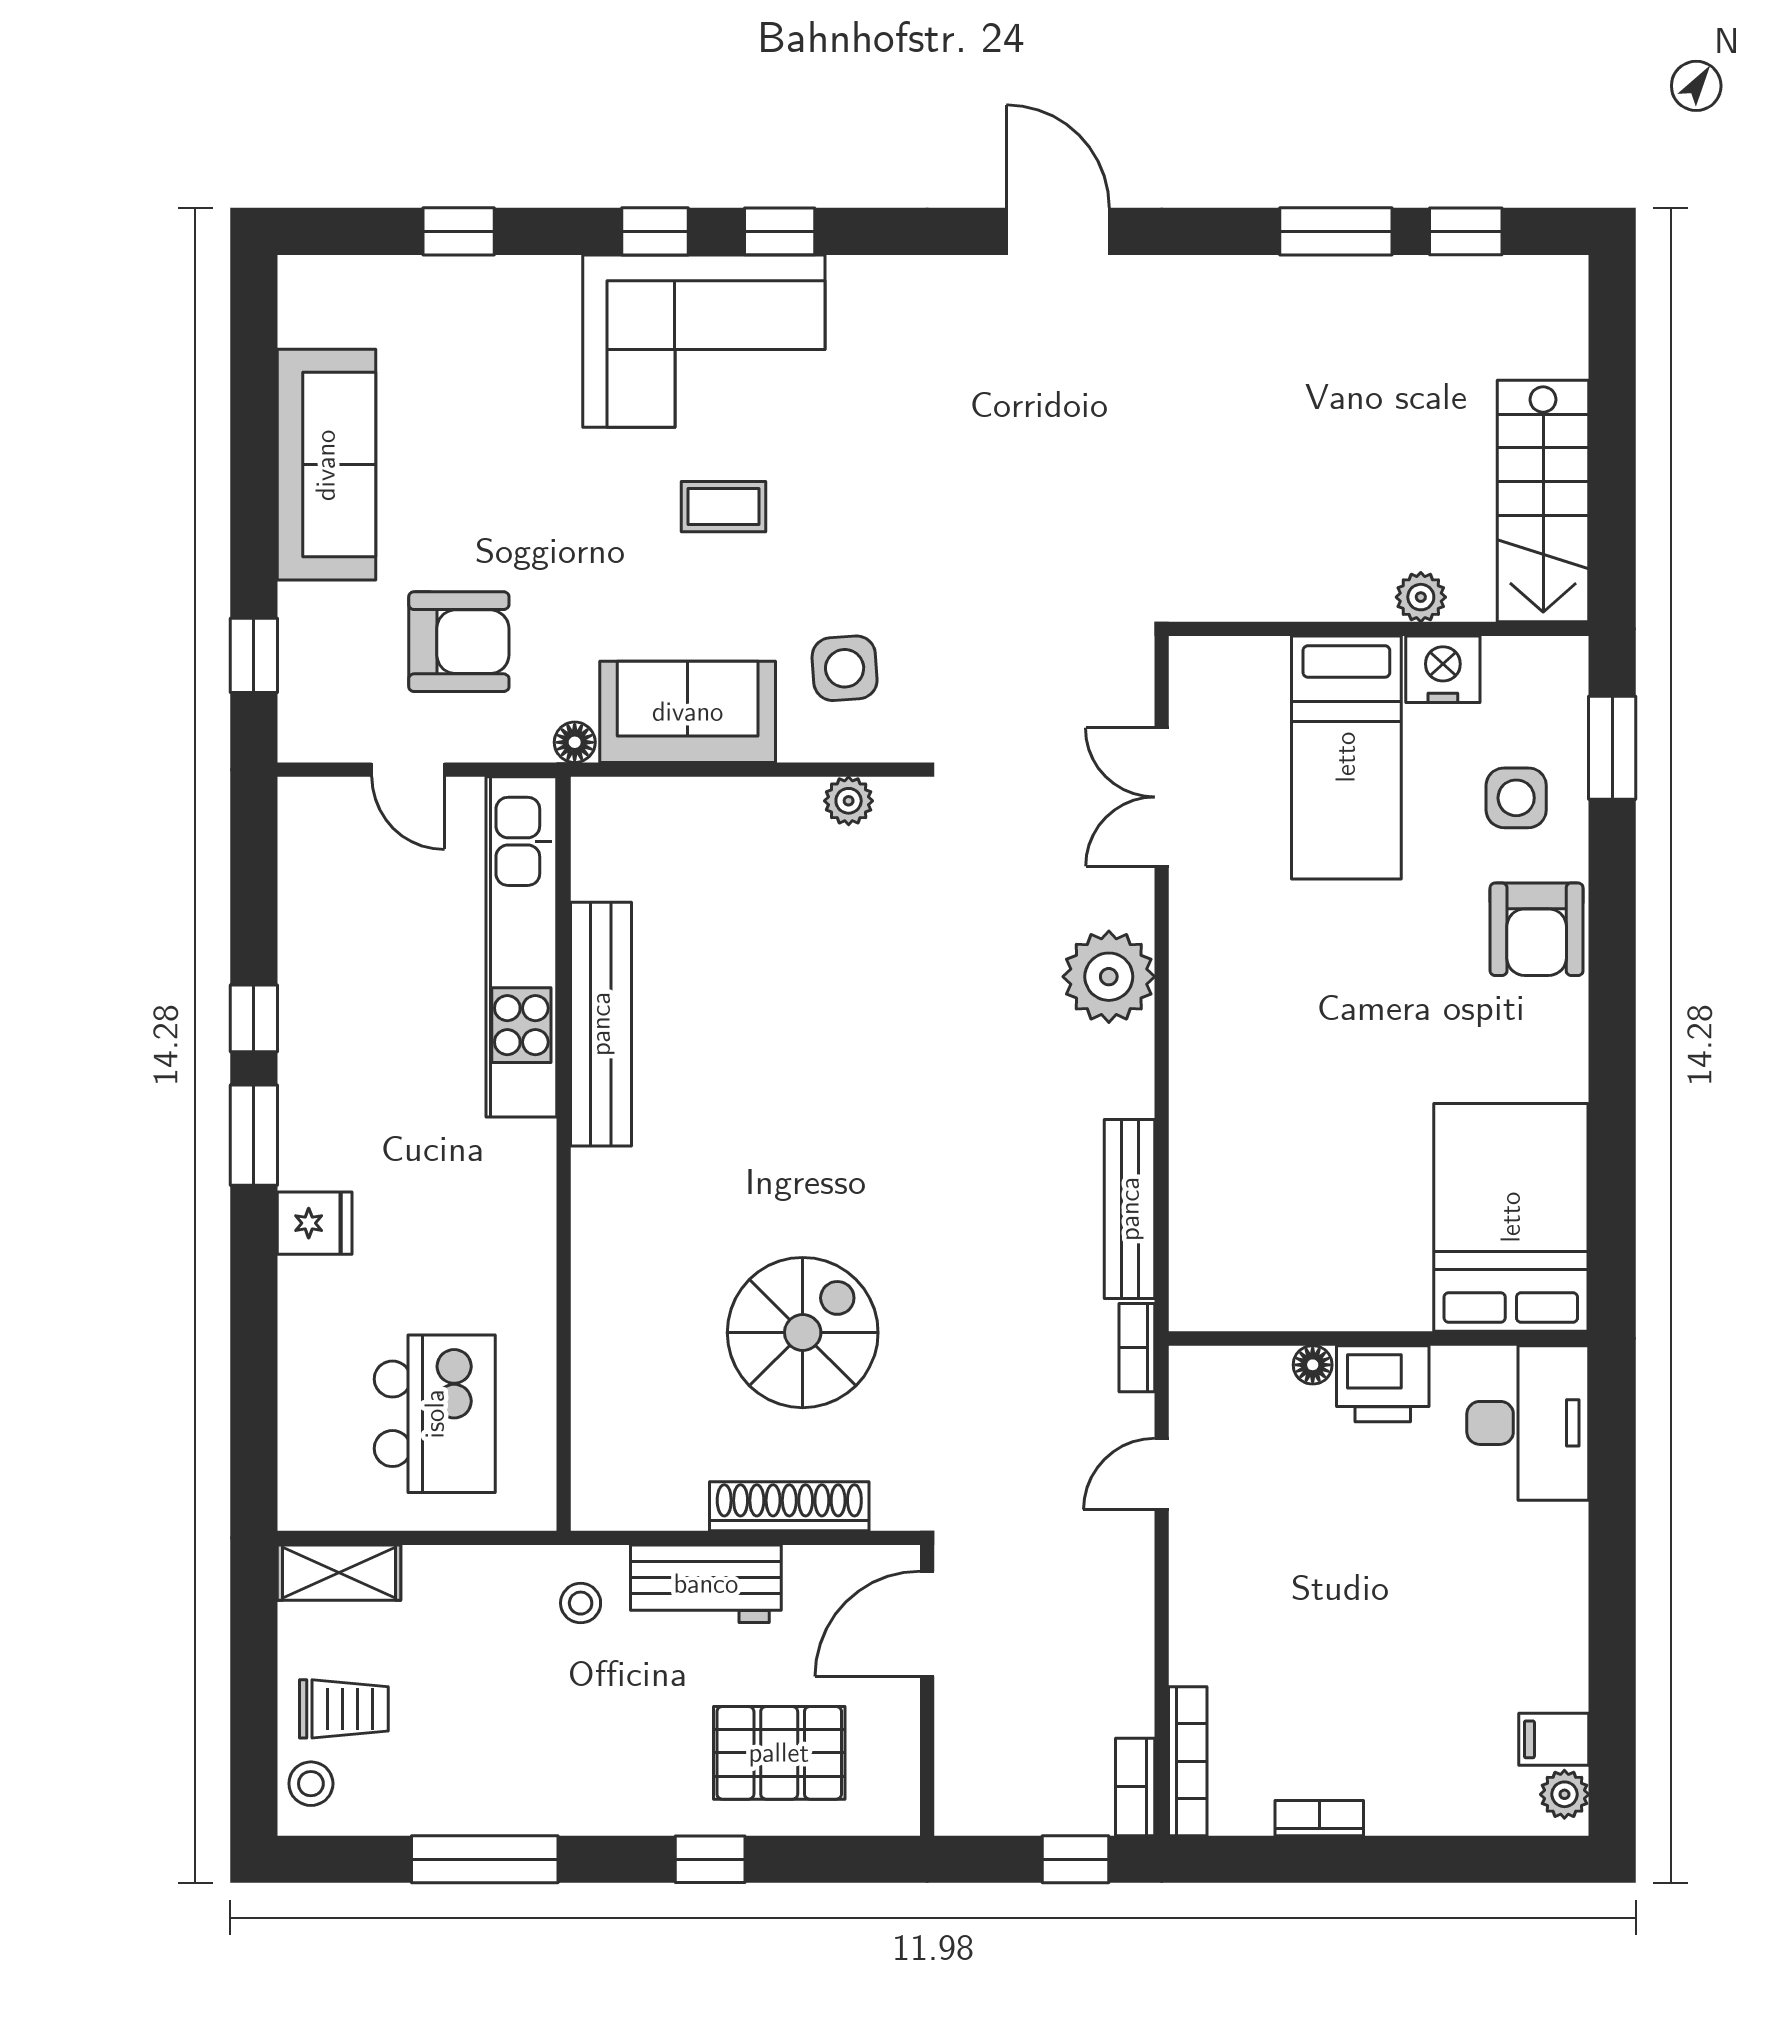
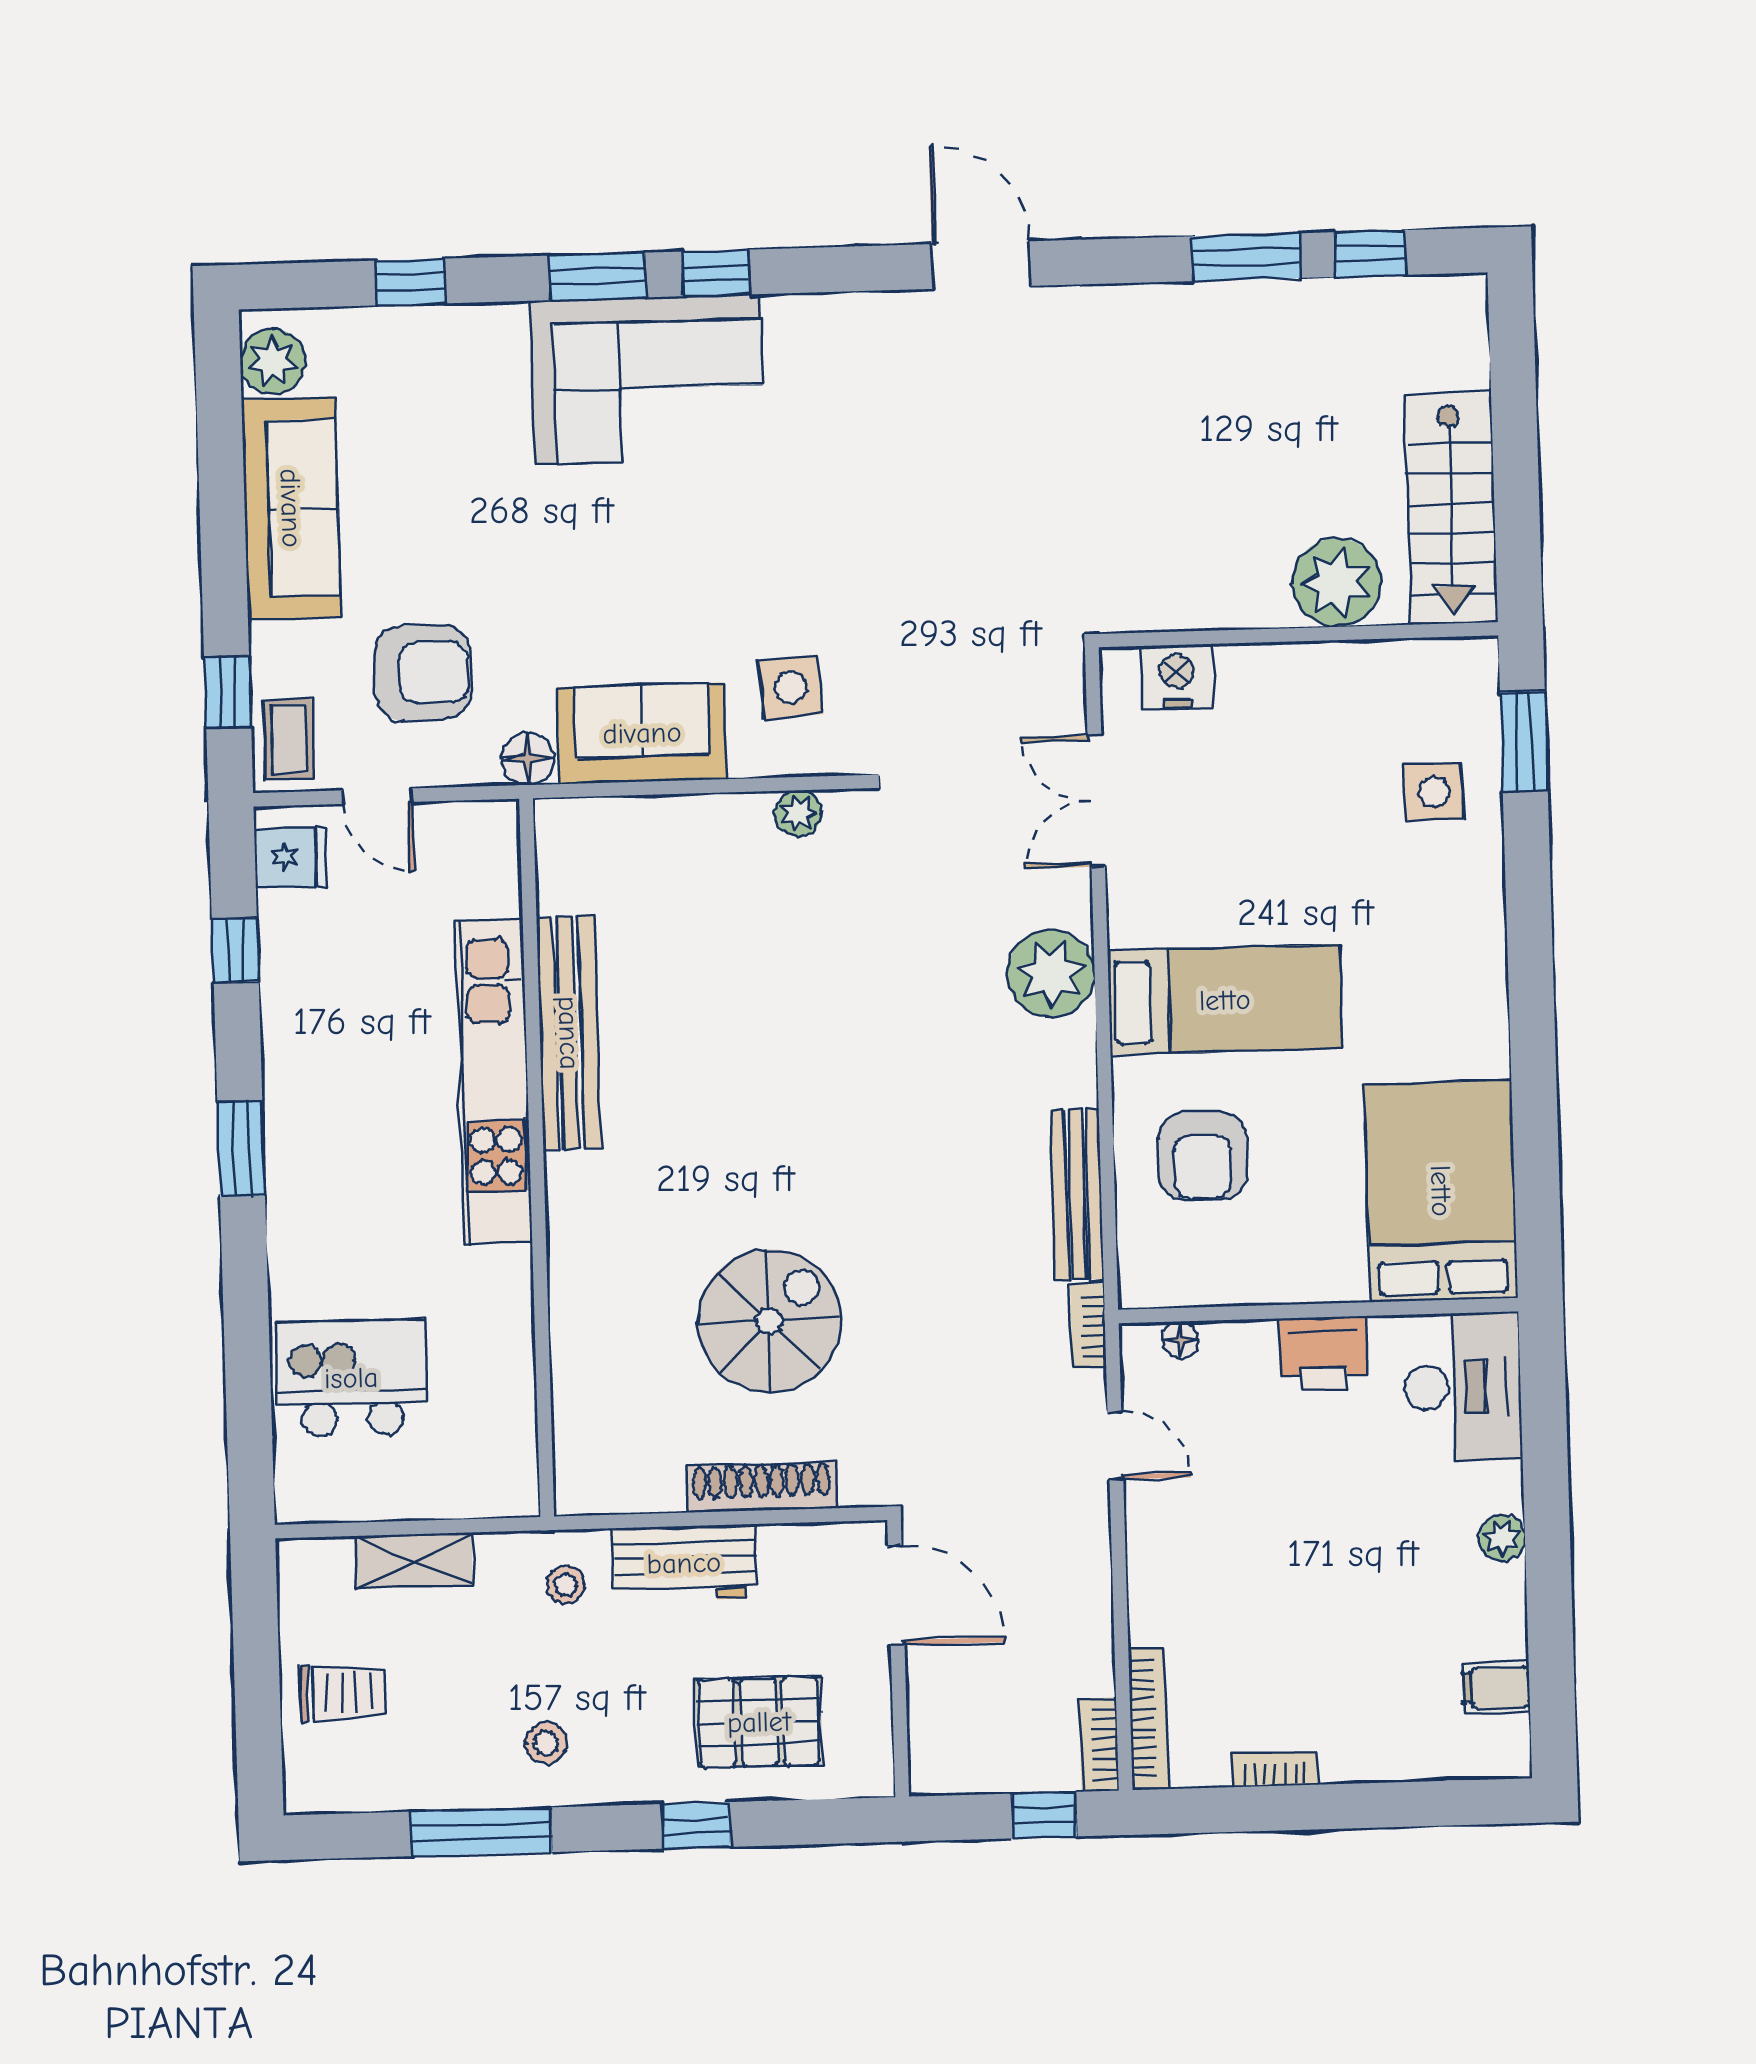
window: (655, 231) -> (598, 276), width x1.50
plant: (312, 310) -> (273, 361), added
coffee table: (724, 507) -> (289, 740), moved, turned 90
plant: (1421, 597) -> (1337, 582), width x1.88, depth x1.88
nightstand: (1443, 669) -> (1177, 677), moved
floor lamp: (575, 742) -> (528, 758), width x1.37, depth x1.37
bed: (1346, 757) -> (1225, 1000), moved, turned -90
armchair: (1537, 929) -> (1203, 1156), moved
kitchen unit: (521, 947) -> (494, 1082), moved
window: (254, 1018) -> (235, 950), moved
fridge: (315, 1223) -> (290, 857), moved
floor lamp: (1313, 1365) -> (1180, 1340), moved
kitchen island: (435, 1414) -> (351, 1378), moved, turned -90
door: (1162, 1474) -> (1115, 1446), swing flipped
shelving: (339, 1573) -> (414, 1561), moved
door: (927, 1624) -> (896, 1595), swing flipped
stool: (311, 1784) -> (546, 1743), moved
plant: (1564, 1794) -> (1502, 1538), moved

